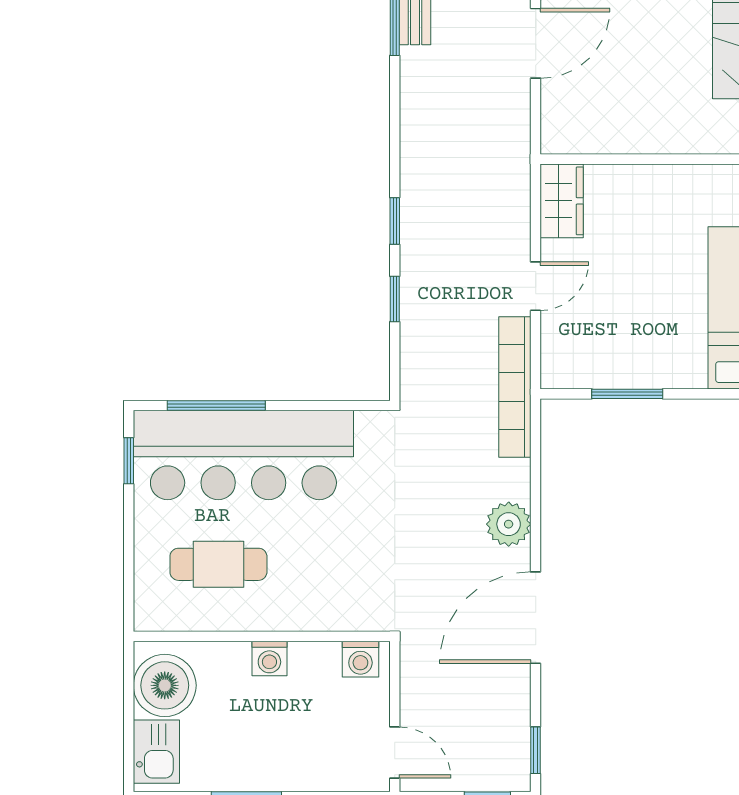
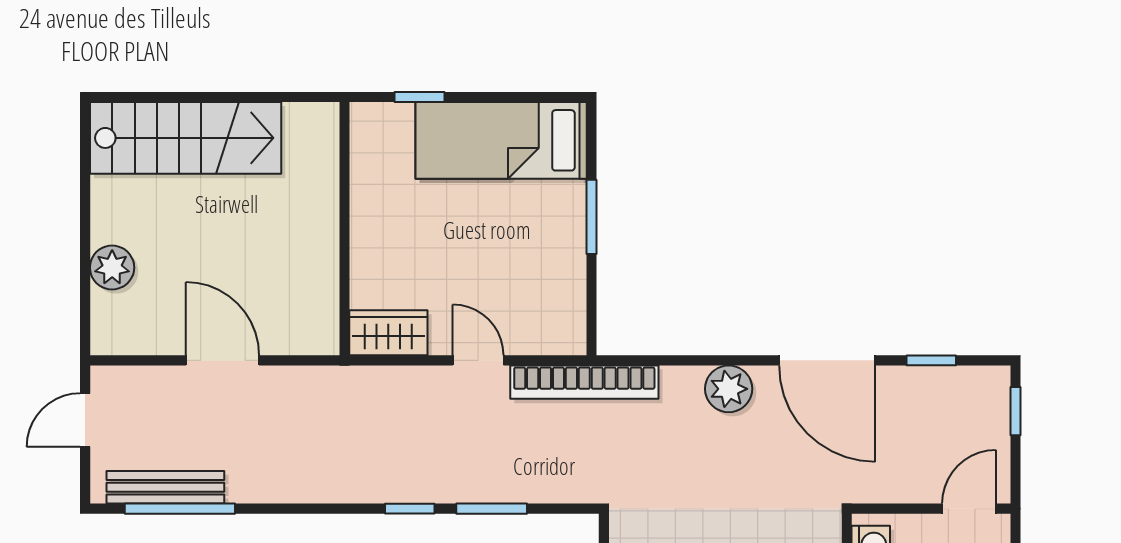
window: (395, 299) -> (492, 509), width x1.50
window: (627, 394) -> (591, 217), moved
window: (536, 750) -> (931, 360), moved

